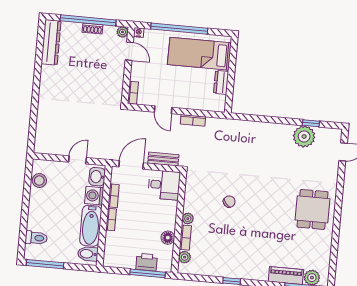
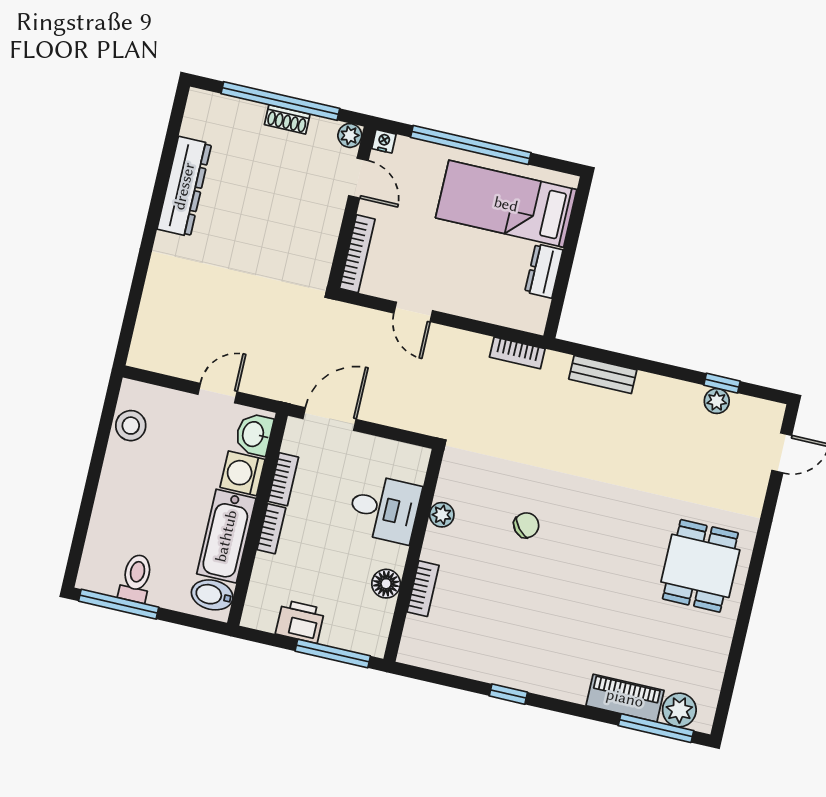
dresser: (51, 42) -> (184, 186), moved
bookcase: (133, 93) -> (357, 254), width x1.56
bookcase: (193, 120) -> (517, 353), moved
plant: (304, 136) -> (717, 401), width x0.53, depth x0.53
bench: (163, 159) -> (603, 374), moved
desk: (164, 185) -> (384, 509), moved
plant: (188, 219) -> (442, 515), moved
toilet: (36, 238) -> (136, 578), moved, turned -90
plant: (185, 257) -> (416, 630), removed
printer: (147, 262) -> (300, 621), moved

